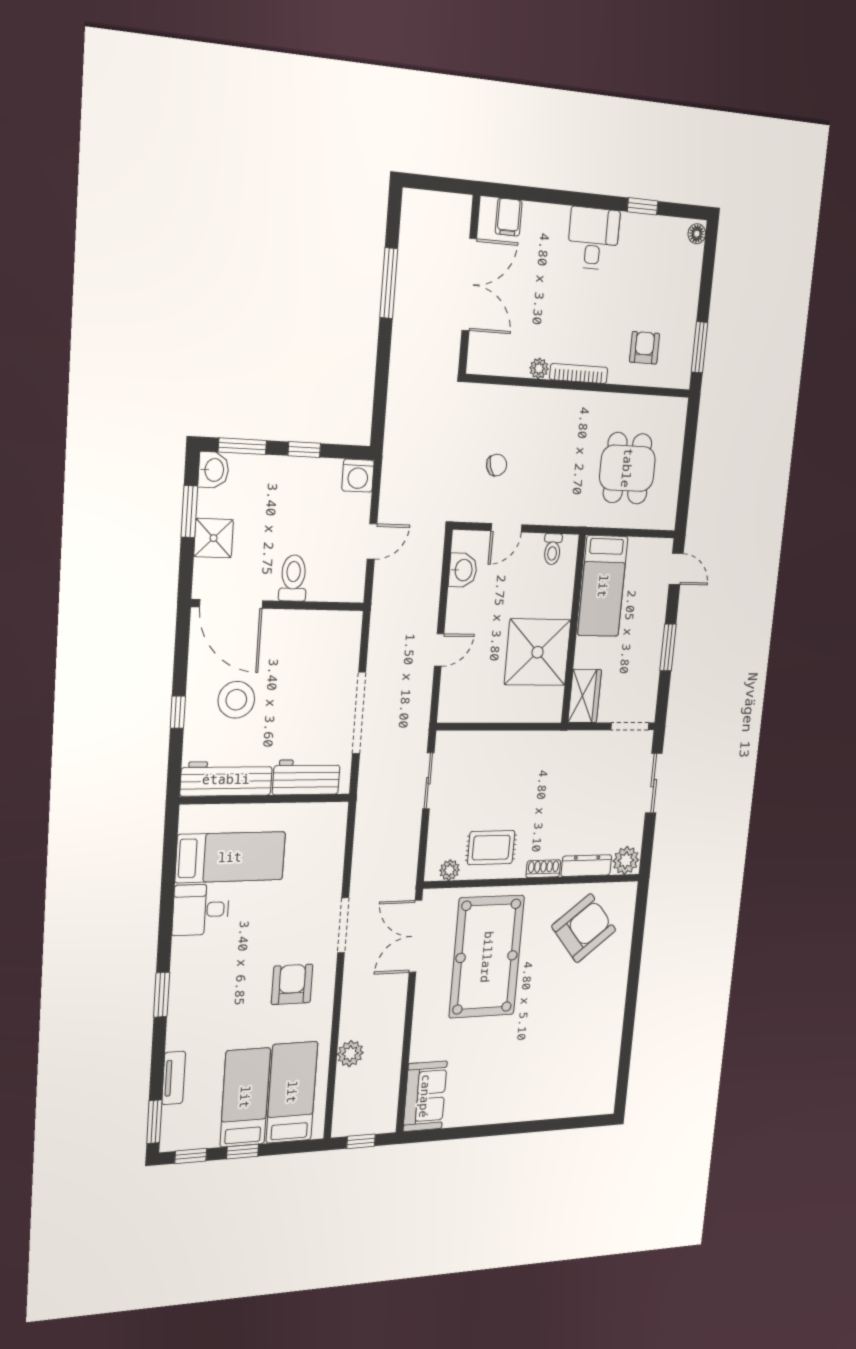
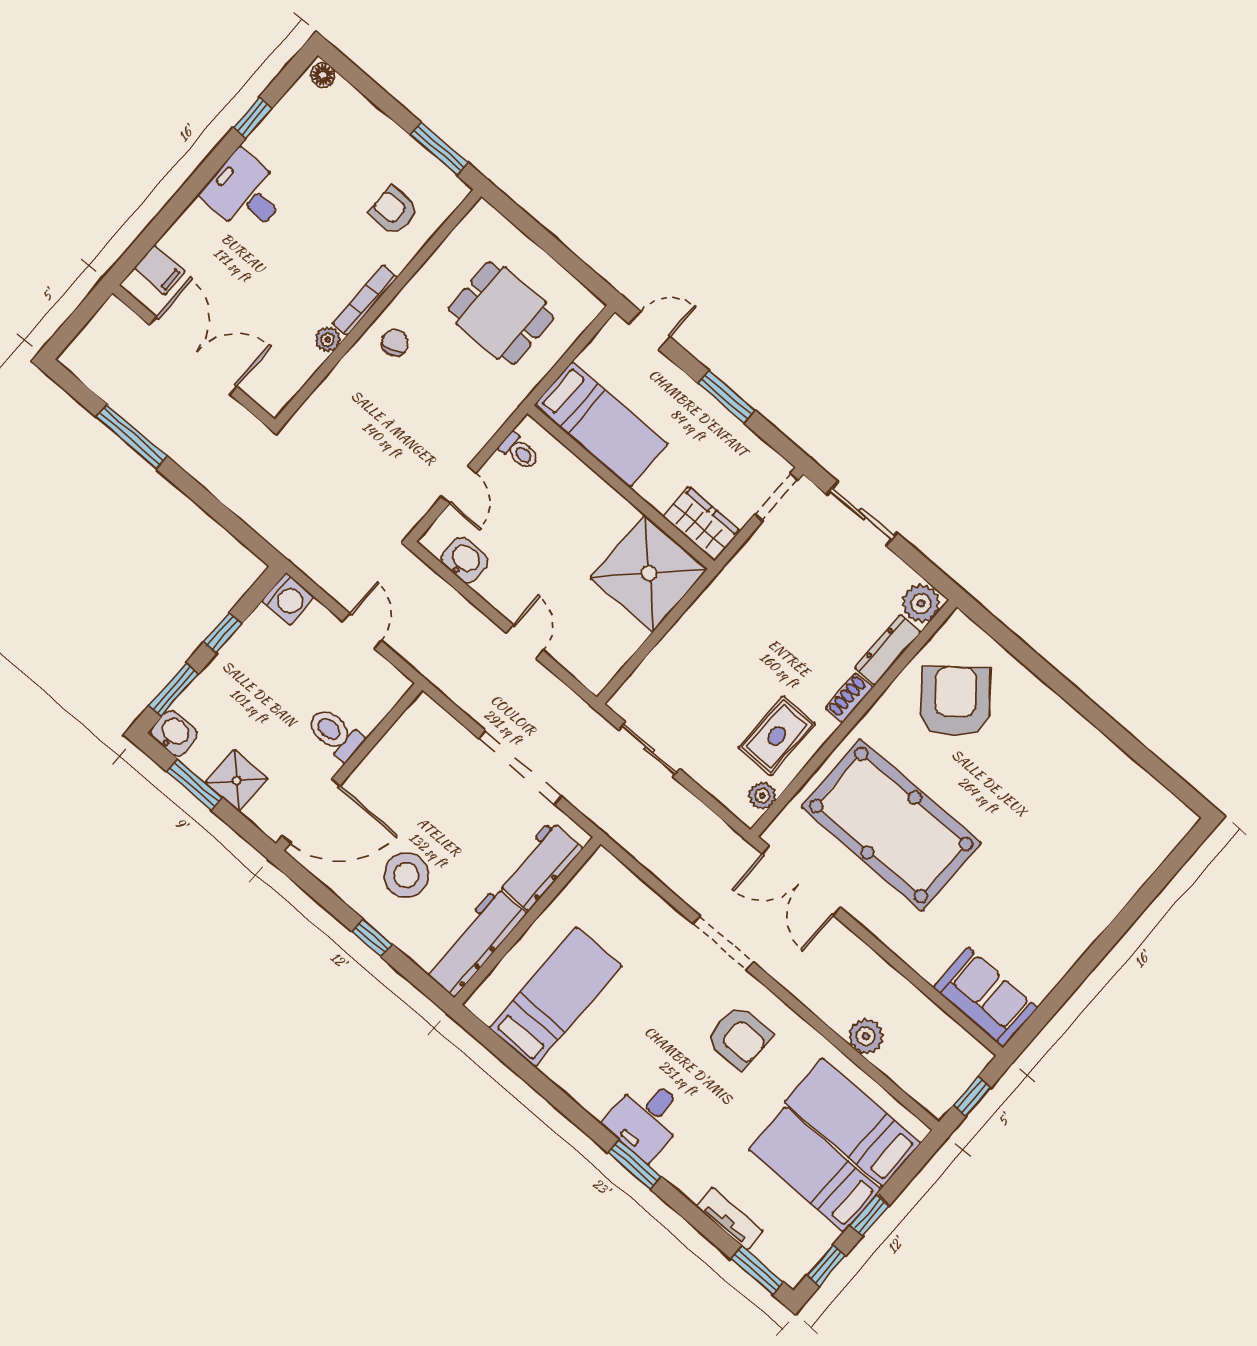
chair: (497, 465) -> (395, 343), moved
shower: (538, 652) -> (649, 573), moved
desk: (201, 910) -> (646, 1119), moved
armchair: (292, 984) -> (739, 1037), turned 180

